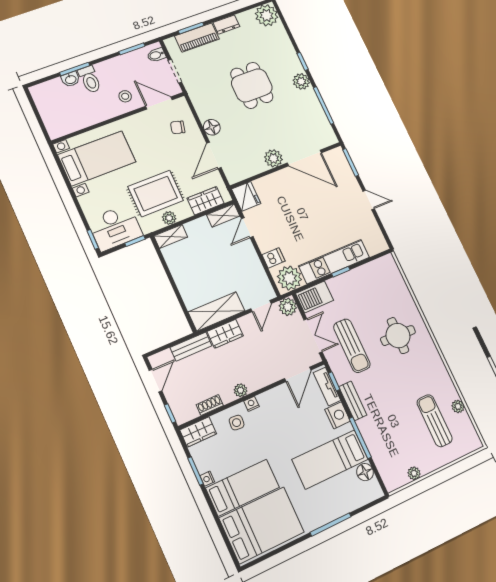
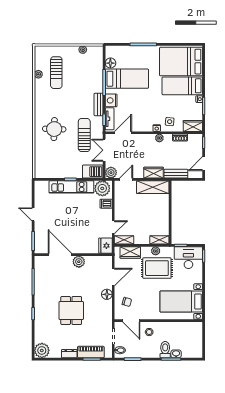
plant: (301, 81) -> (40, 302), removed

